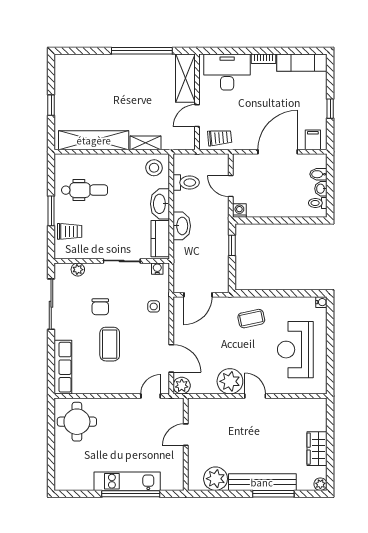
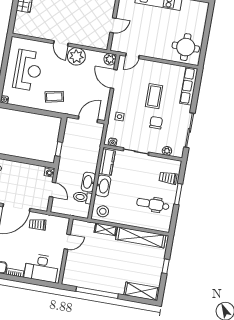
shelving: (185, 78) -> (142, 291), moved, turned 90
trolley: (220, 138) -> (38, 224), moved
washbasin: (182, 226) -> (88, 182), moved

